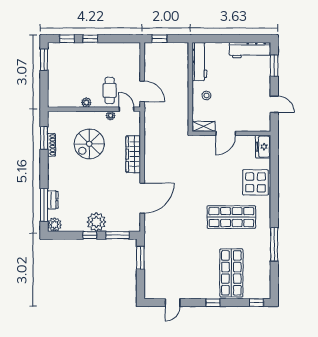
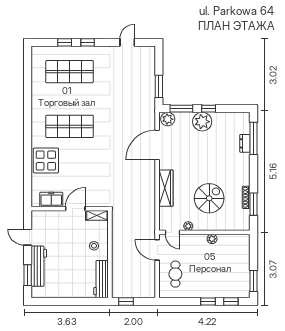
window: (159, 39) -> (126, 301), moved
workbench: (250, 50) -> (39, 266), moved, turned 90
cafe table: (110, 90) -> (175, 274), moved
freezer: (263, 147) -> (51, 200), moved, turned -90
plant: (55, 225) -> (168, 119), moved
window: (274, 244) -> (28, 100), removed
shop shelf: (231, 273) -> (70, 72), turned 90
window: (256, 303) -> (65, 42), moved

